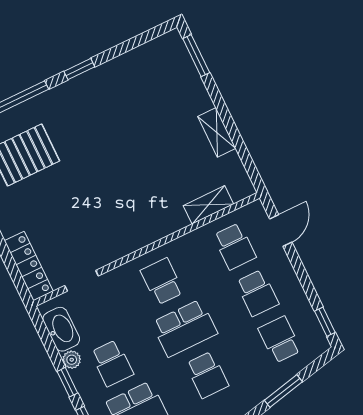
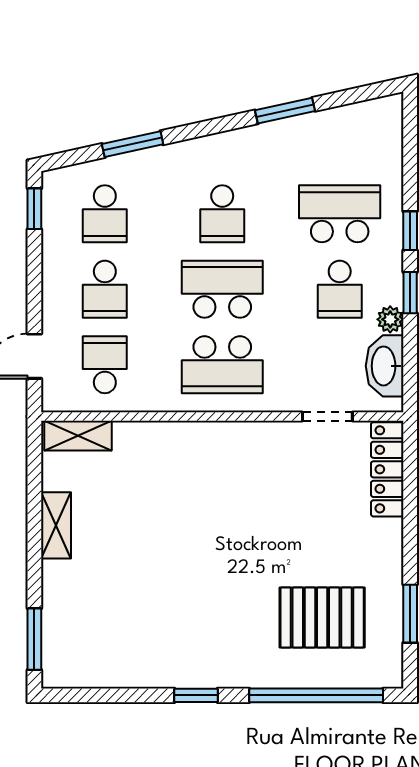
shelving: (208, 205) -> (78, 436), moved
school desk: (162, 281) -> (222, 365), width x1.85
school desk: (257, 293) -> (105, 289), turned 180
school desk: (112, 363) -> (340, 289), turned 180
school desk: (207, 375) -> (222, 214), turned 180

